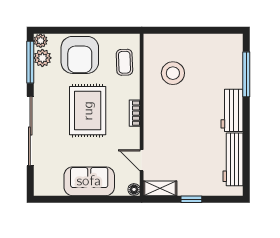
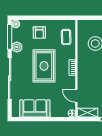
armchair: (80, 55) -> (39, 33), width x0.53, depth x0.53
plant: (42, 58) -> (17, 47), moved
sofa: (89, 181) -> (35, 108), moved

